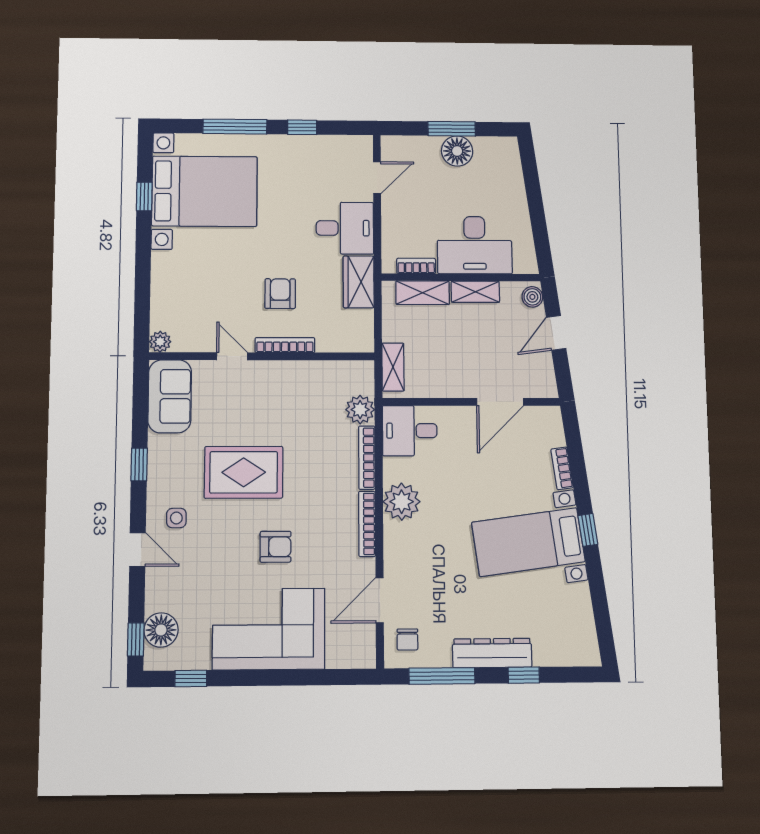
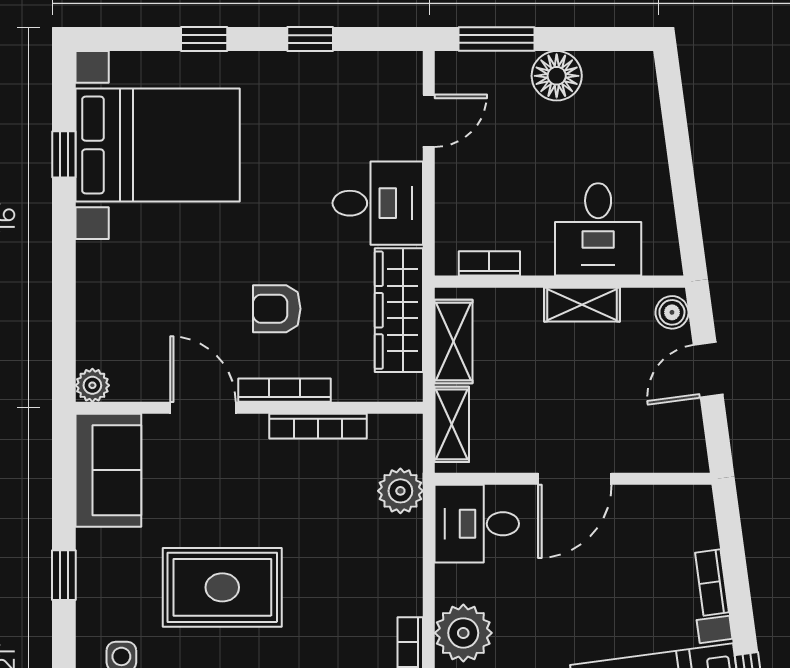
window: (235, 127) -> (204, 39), width x0.46
window: (452, 129) -> (497, 39), moved
desk: (475, 245) -> (598, 229), width x0.73
wardrobe: (359, 282) -> (399, 310), width x1.50
shelving: (423, 293) -> (454, 341), moved, turned 90
armchair: (280, 294) -> (277, 309), turned -90
door: (232, 356) -> (203, 408), width x1.38
door: (500, 402) -> (575, 479), moved
bookcase: (367, 458) -> (318, 426), moved, turned -90

